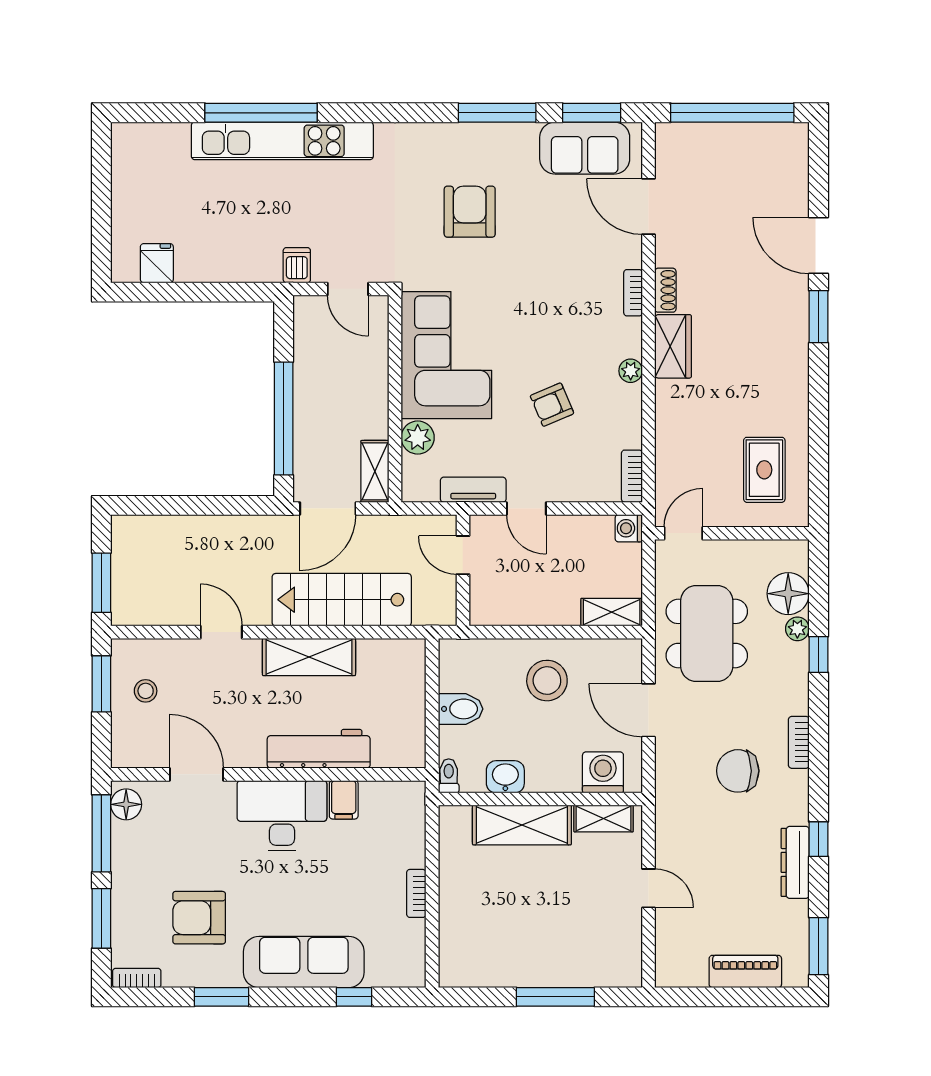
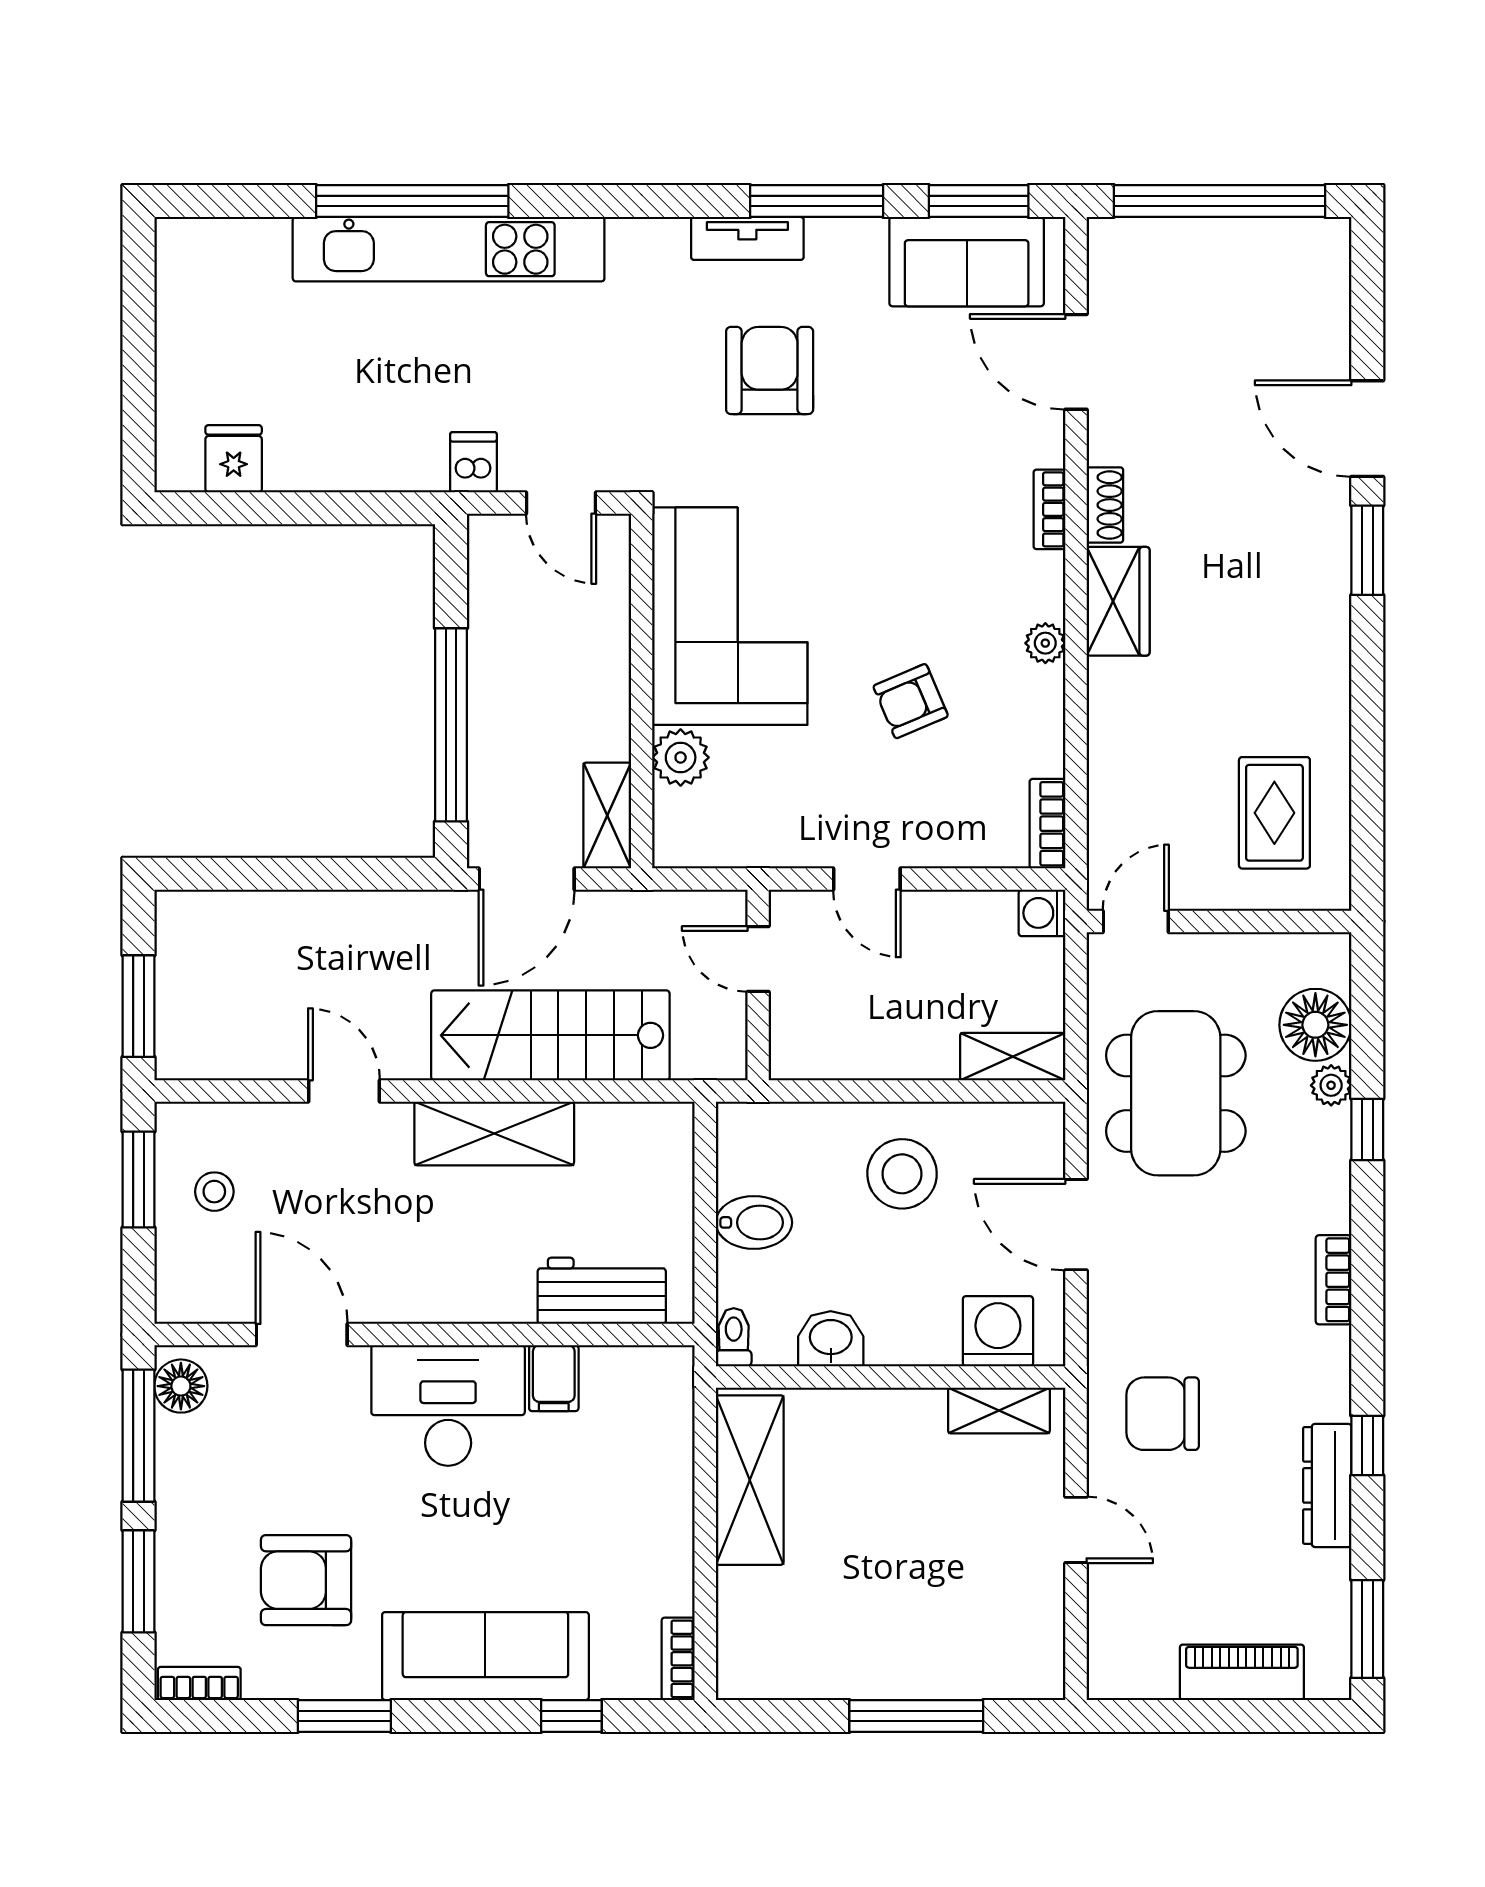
tv unit: (473, 490) -> (747, 238), moved, turned 180
workbench: (319, 749) -> (602, 1291), moved, width x0.73
chair: (738, 771) -> (1163, 1414), moved
shelving: (522, 825) -> (750, 1480), moved, turned 90
bookcase: (416, 893) -> (678, 1659), moved

